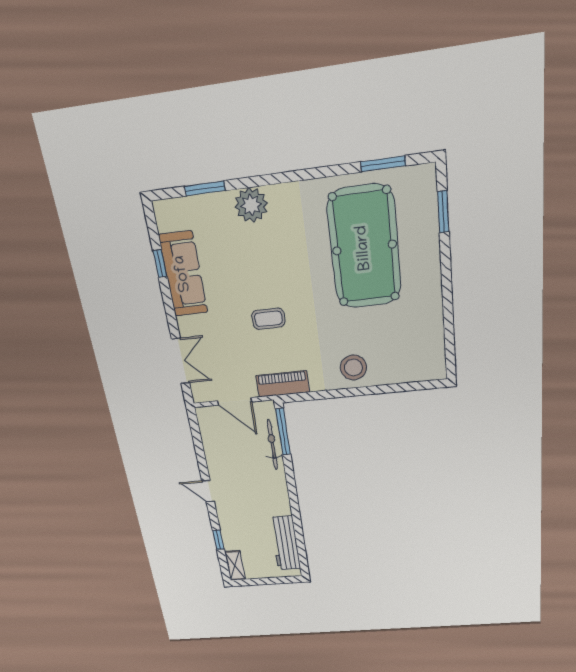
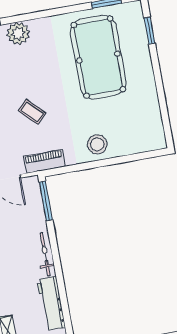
coffee table: (268, 319) -> (32, 112), turned 45
bicycle: (272, 445) -> (45, 254), moved

